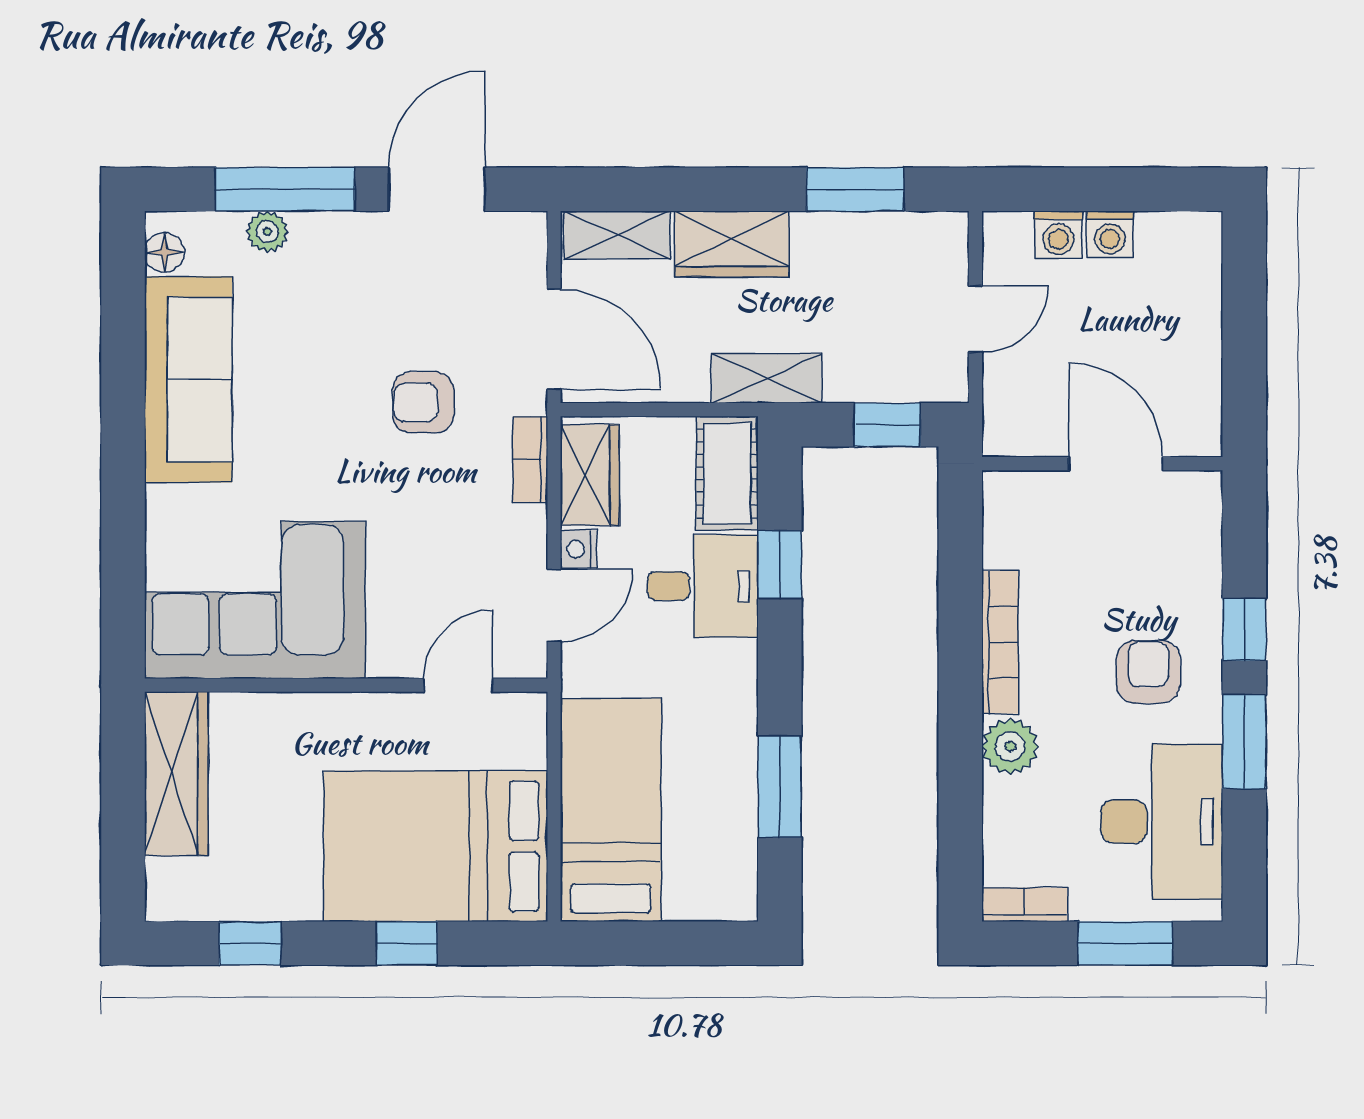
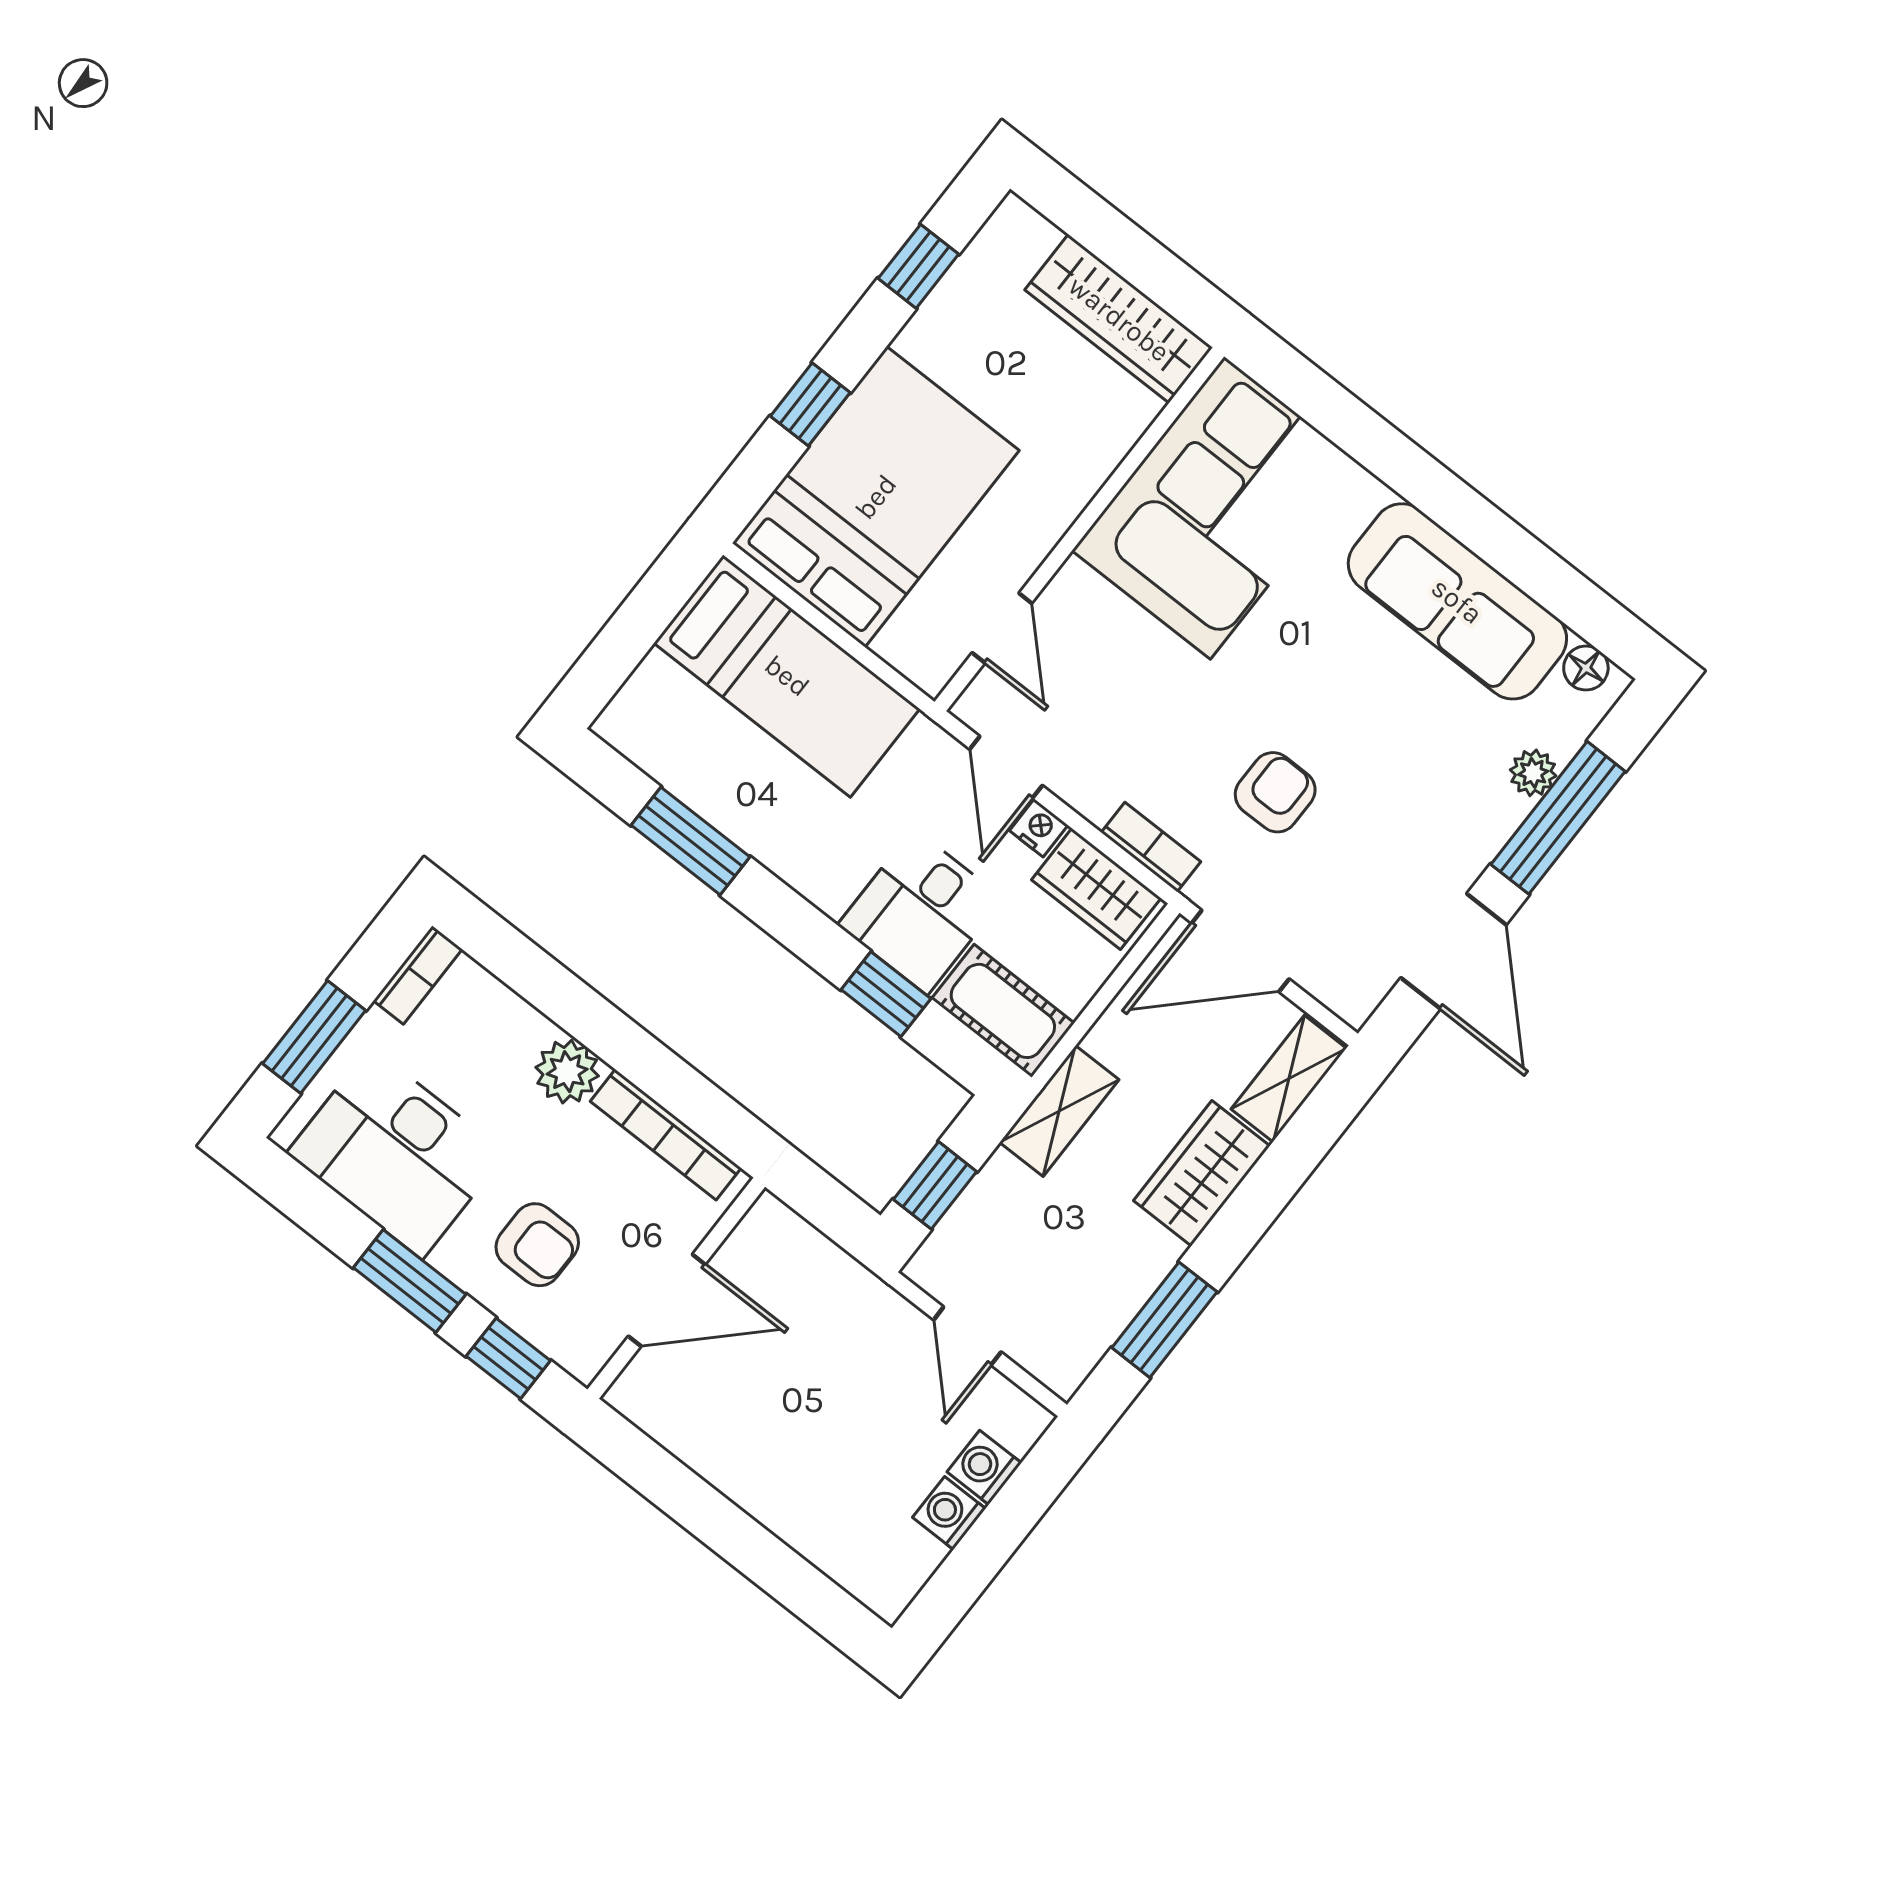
wall: (1102, 464) -> (676, 1288), moved
door: (1116, 464) -> (667, 1300), moved

